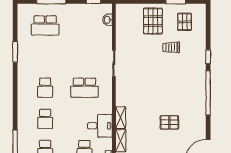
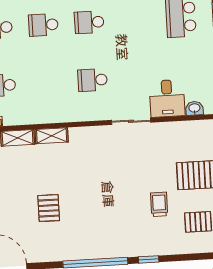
school desk: (84, 88) -> (92, 80), width x0.54
desk: (100, 126) -> (167, 98), moved

